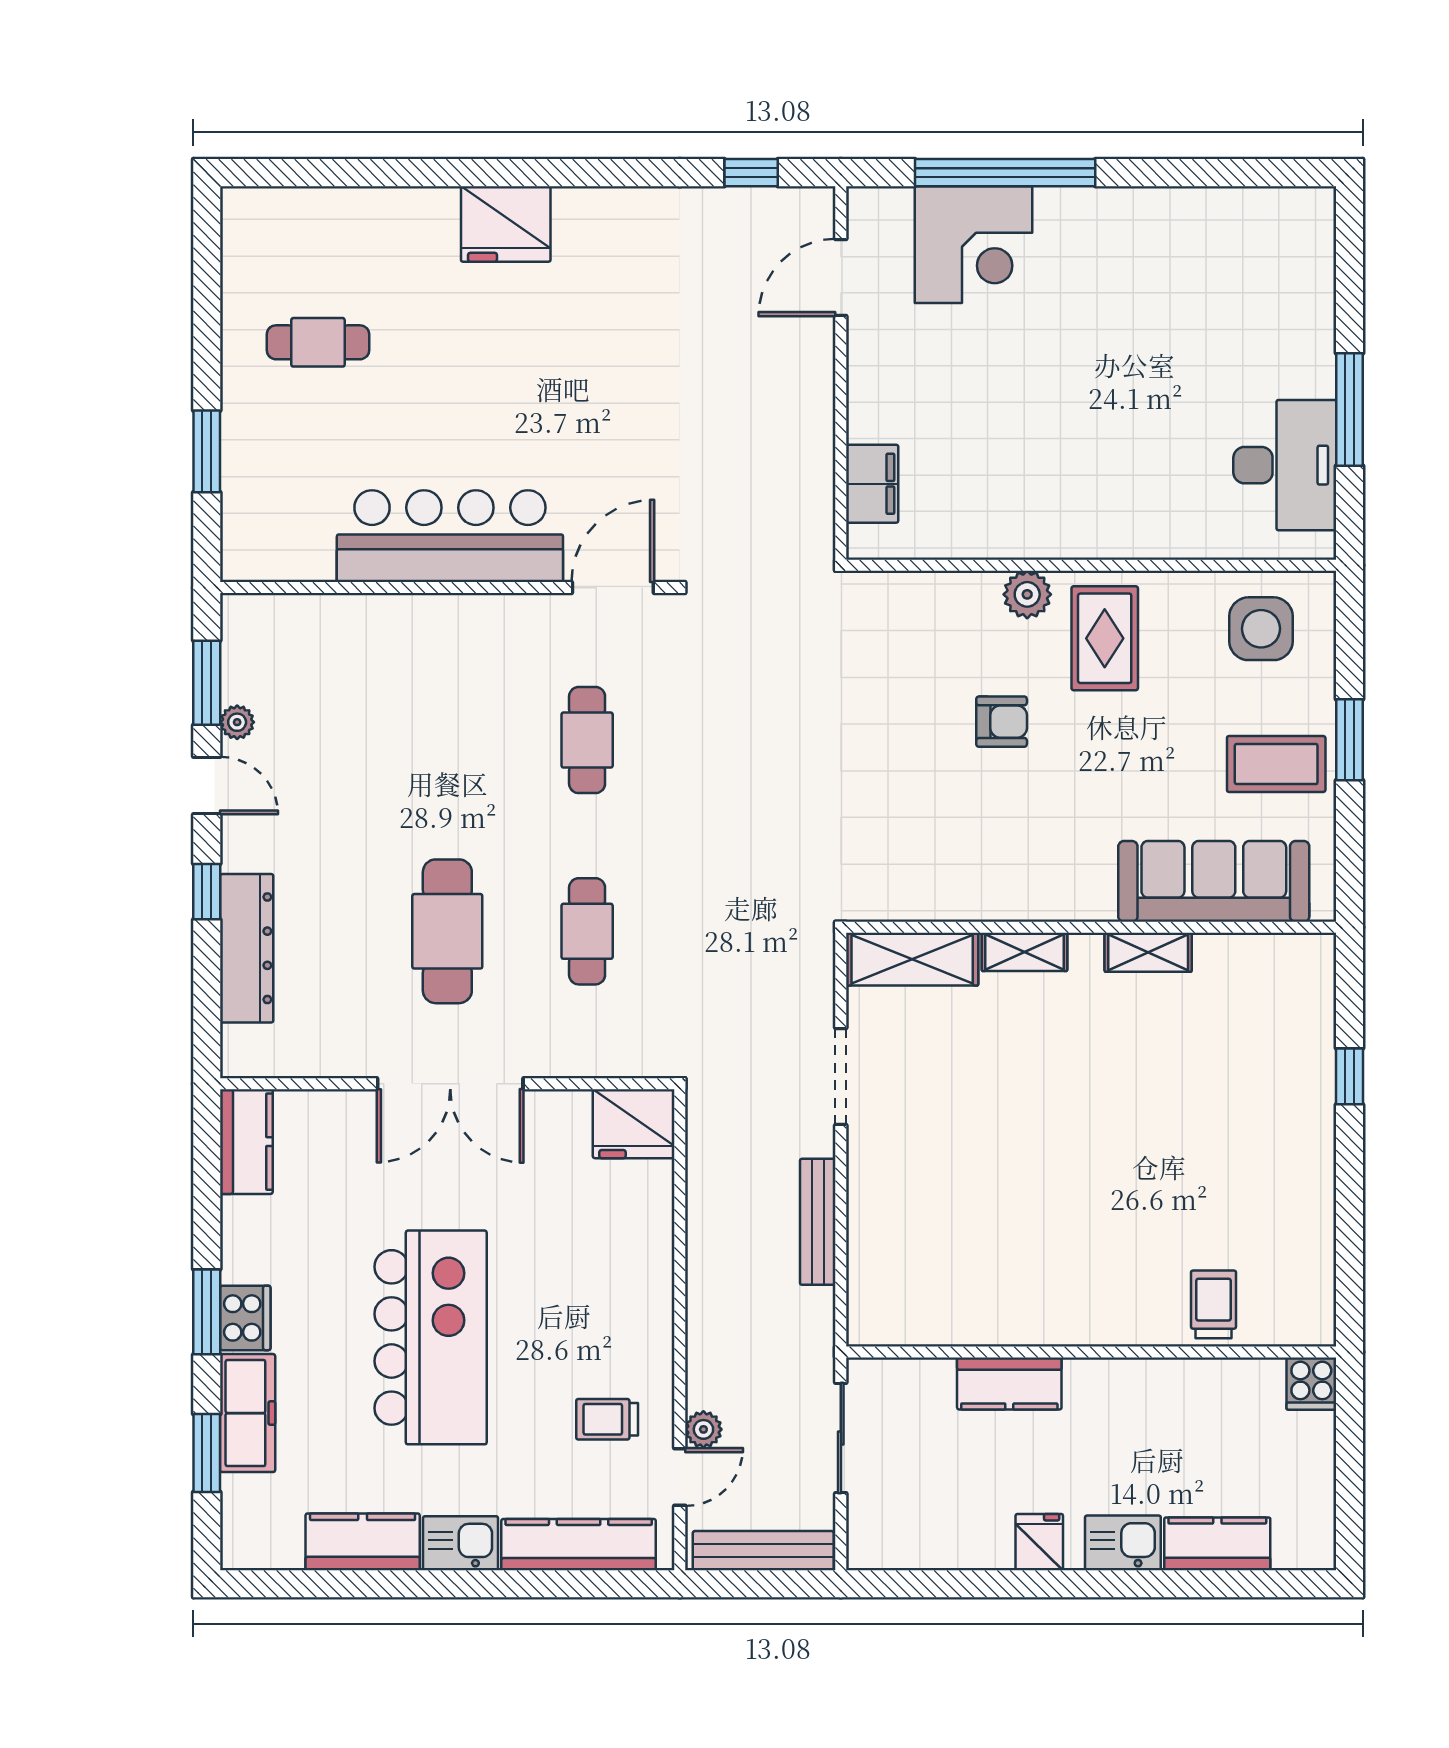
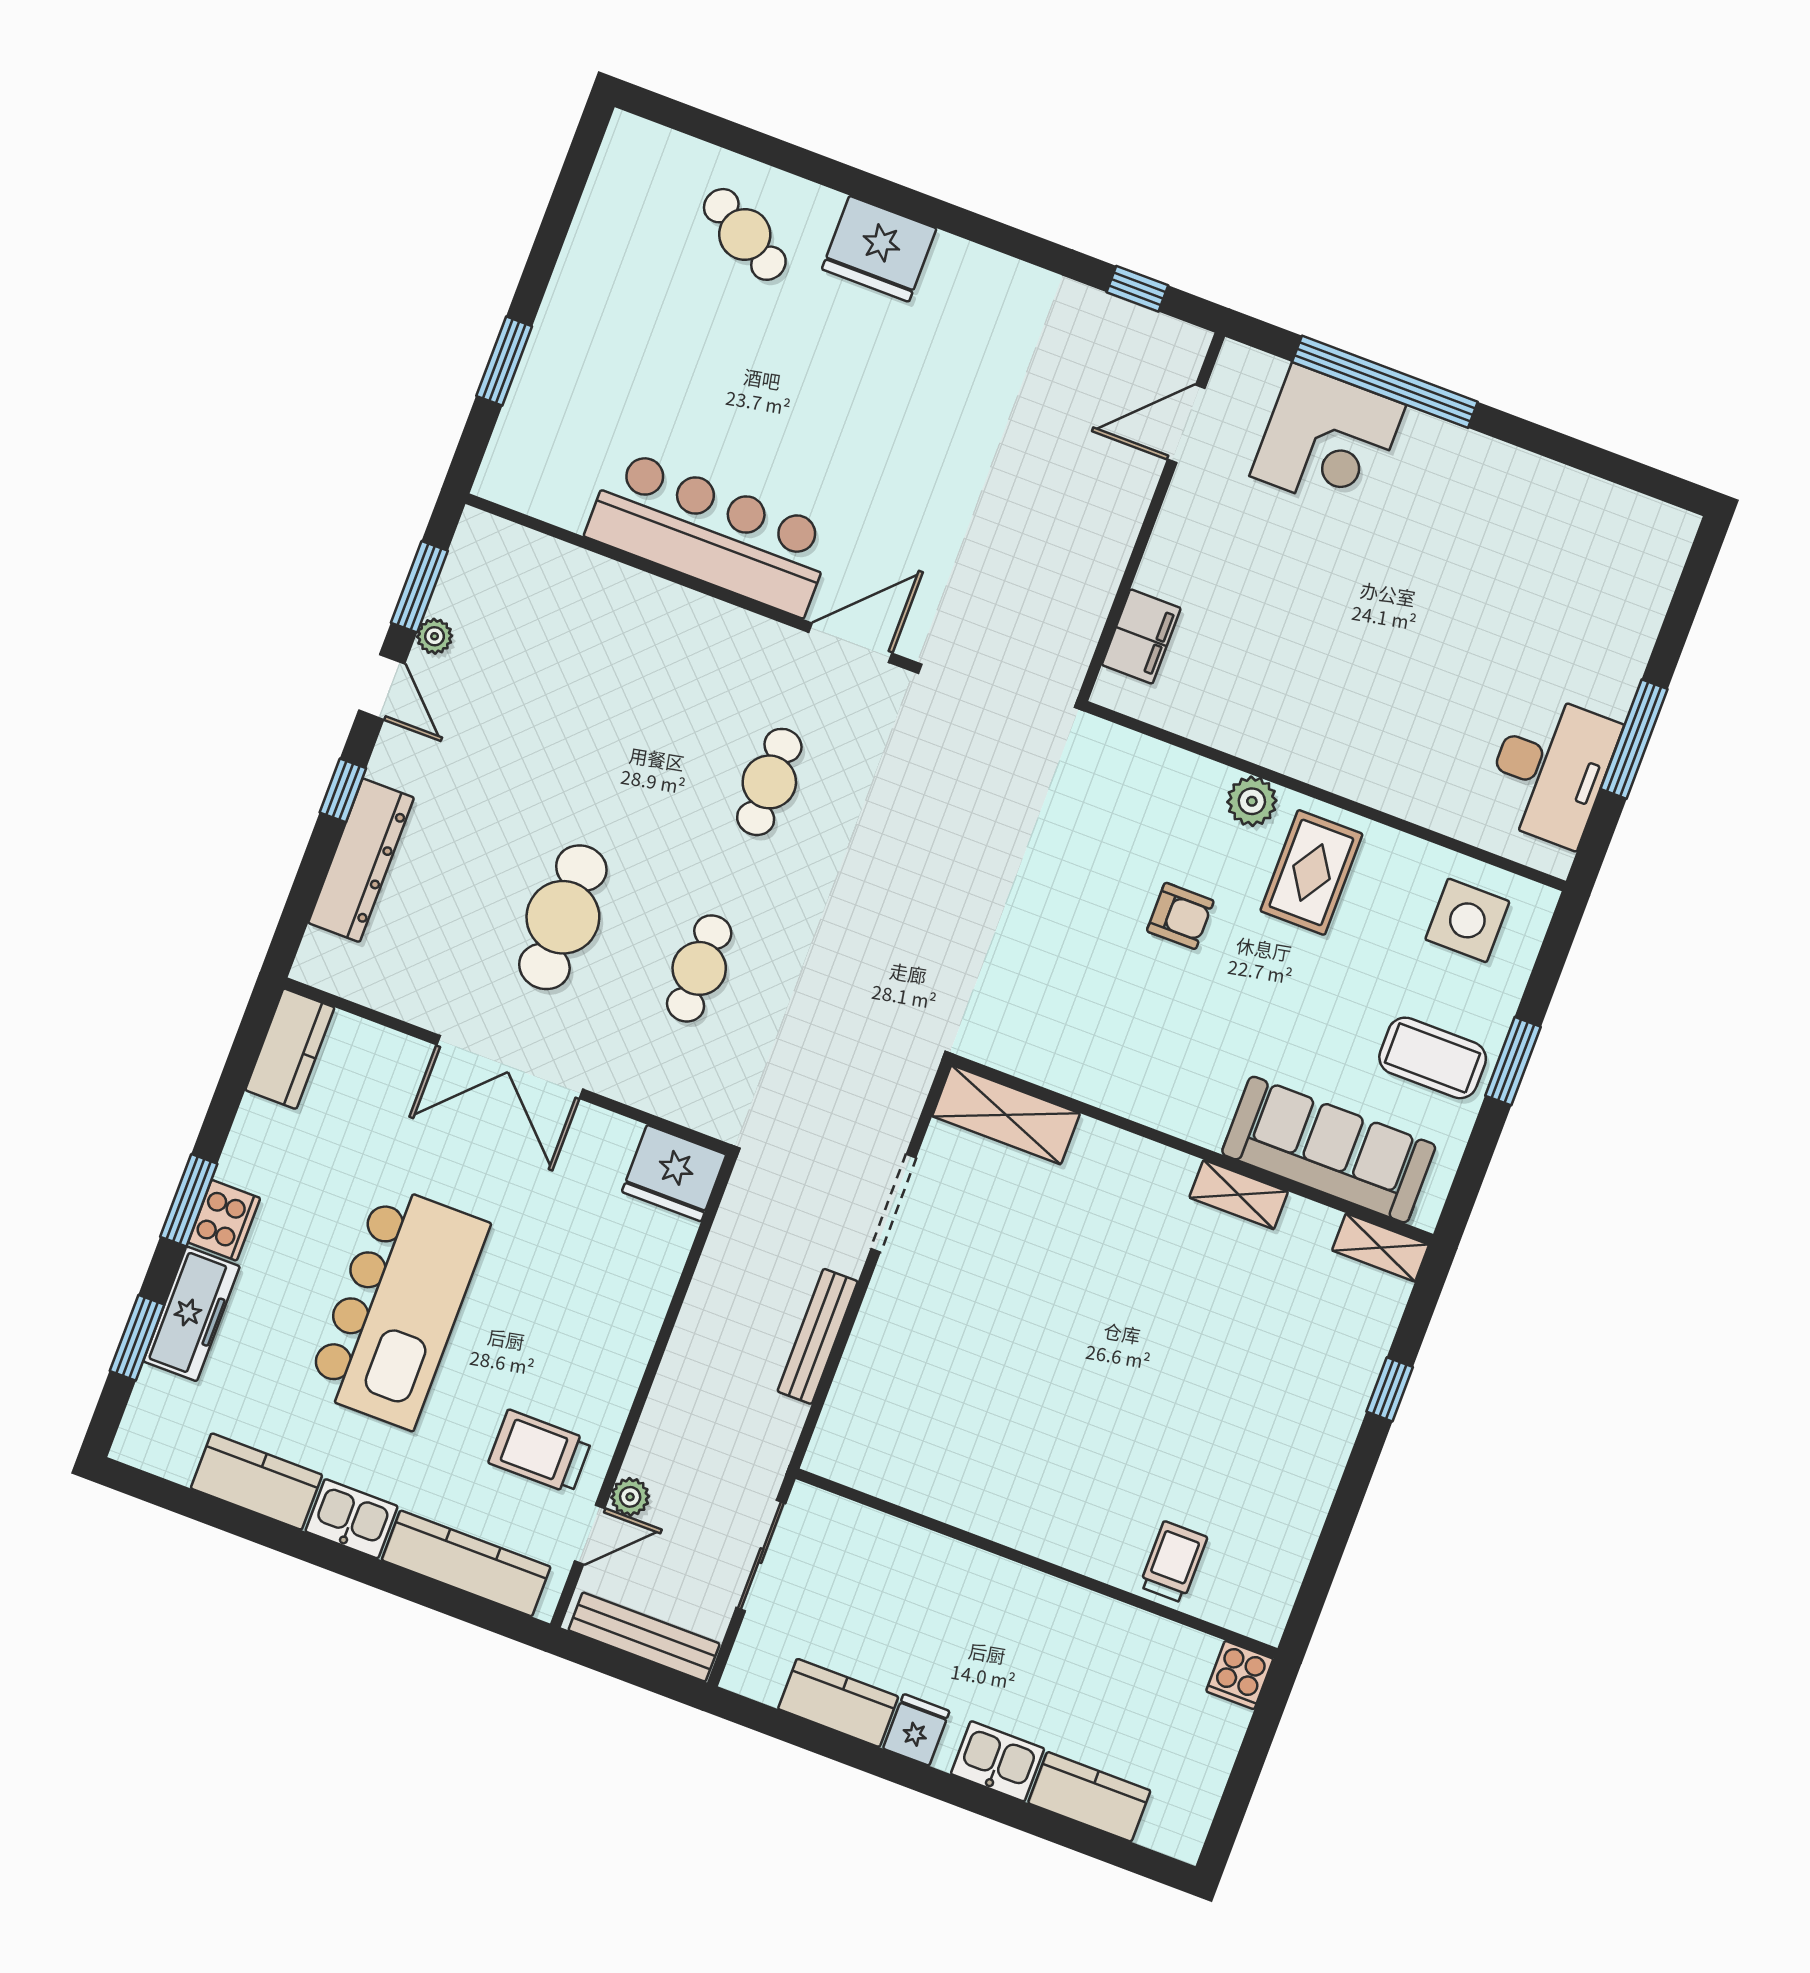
cafe table: (318, 342) -> (745, 234), moved, turned 30
shelving: (1024, 952) -> (1380, 1247), moved
kitchen counter: (1009, 1383) -> (838, 1703), moved, turned 180
trolley: (607, 1419) -> (540, 1452), width x1.36, depth x1.39

